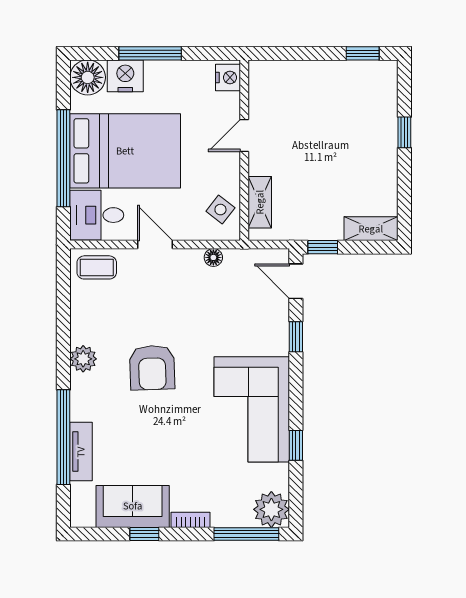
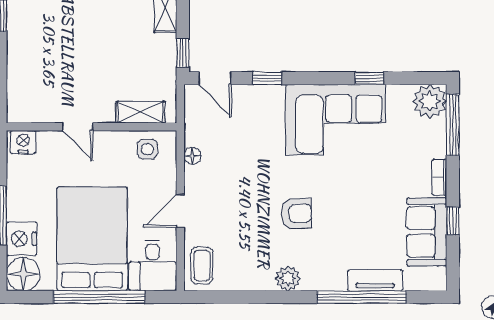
side table: (220, 210) -> (147, 149), turned -38
door: (296, 281) -> (215, 78), hinge flipped
armchair: (152, 368) -> (296, 213), width x0.72, depth x0.72

